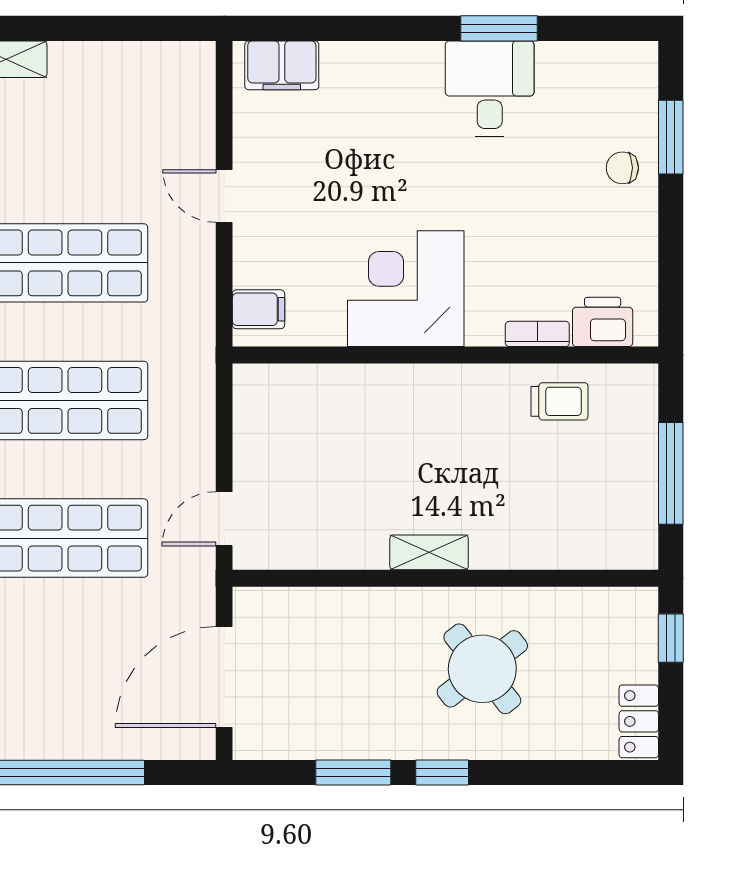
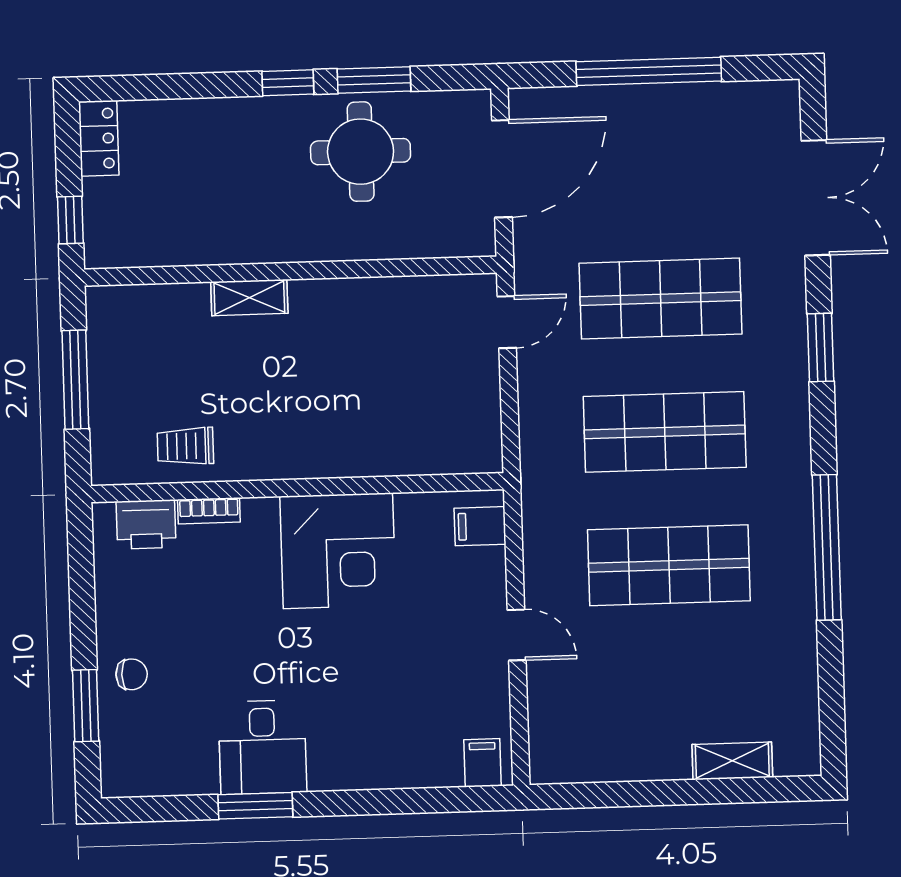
filing cabinet: (282, 65) -> (483, 763), width x0.50
shelving: (429, 552) -> (249, 298), moved
round table: (482, 669) -> (361, 152), moved, turned 38

